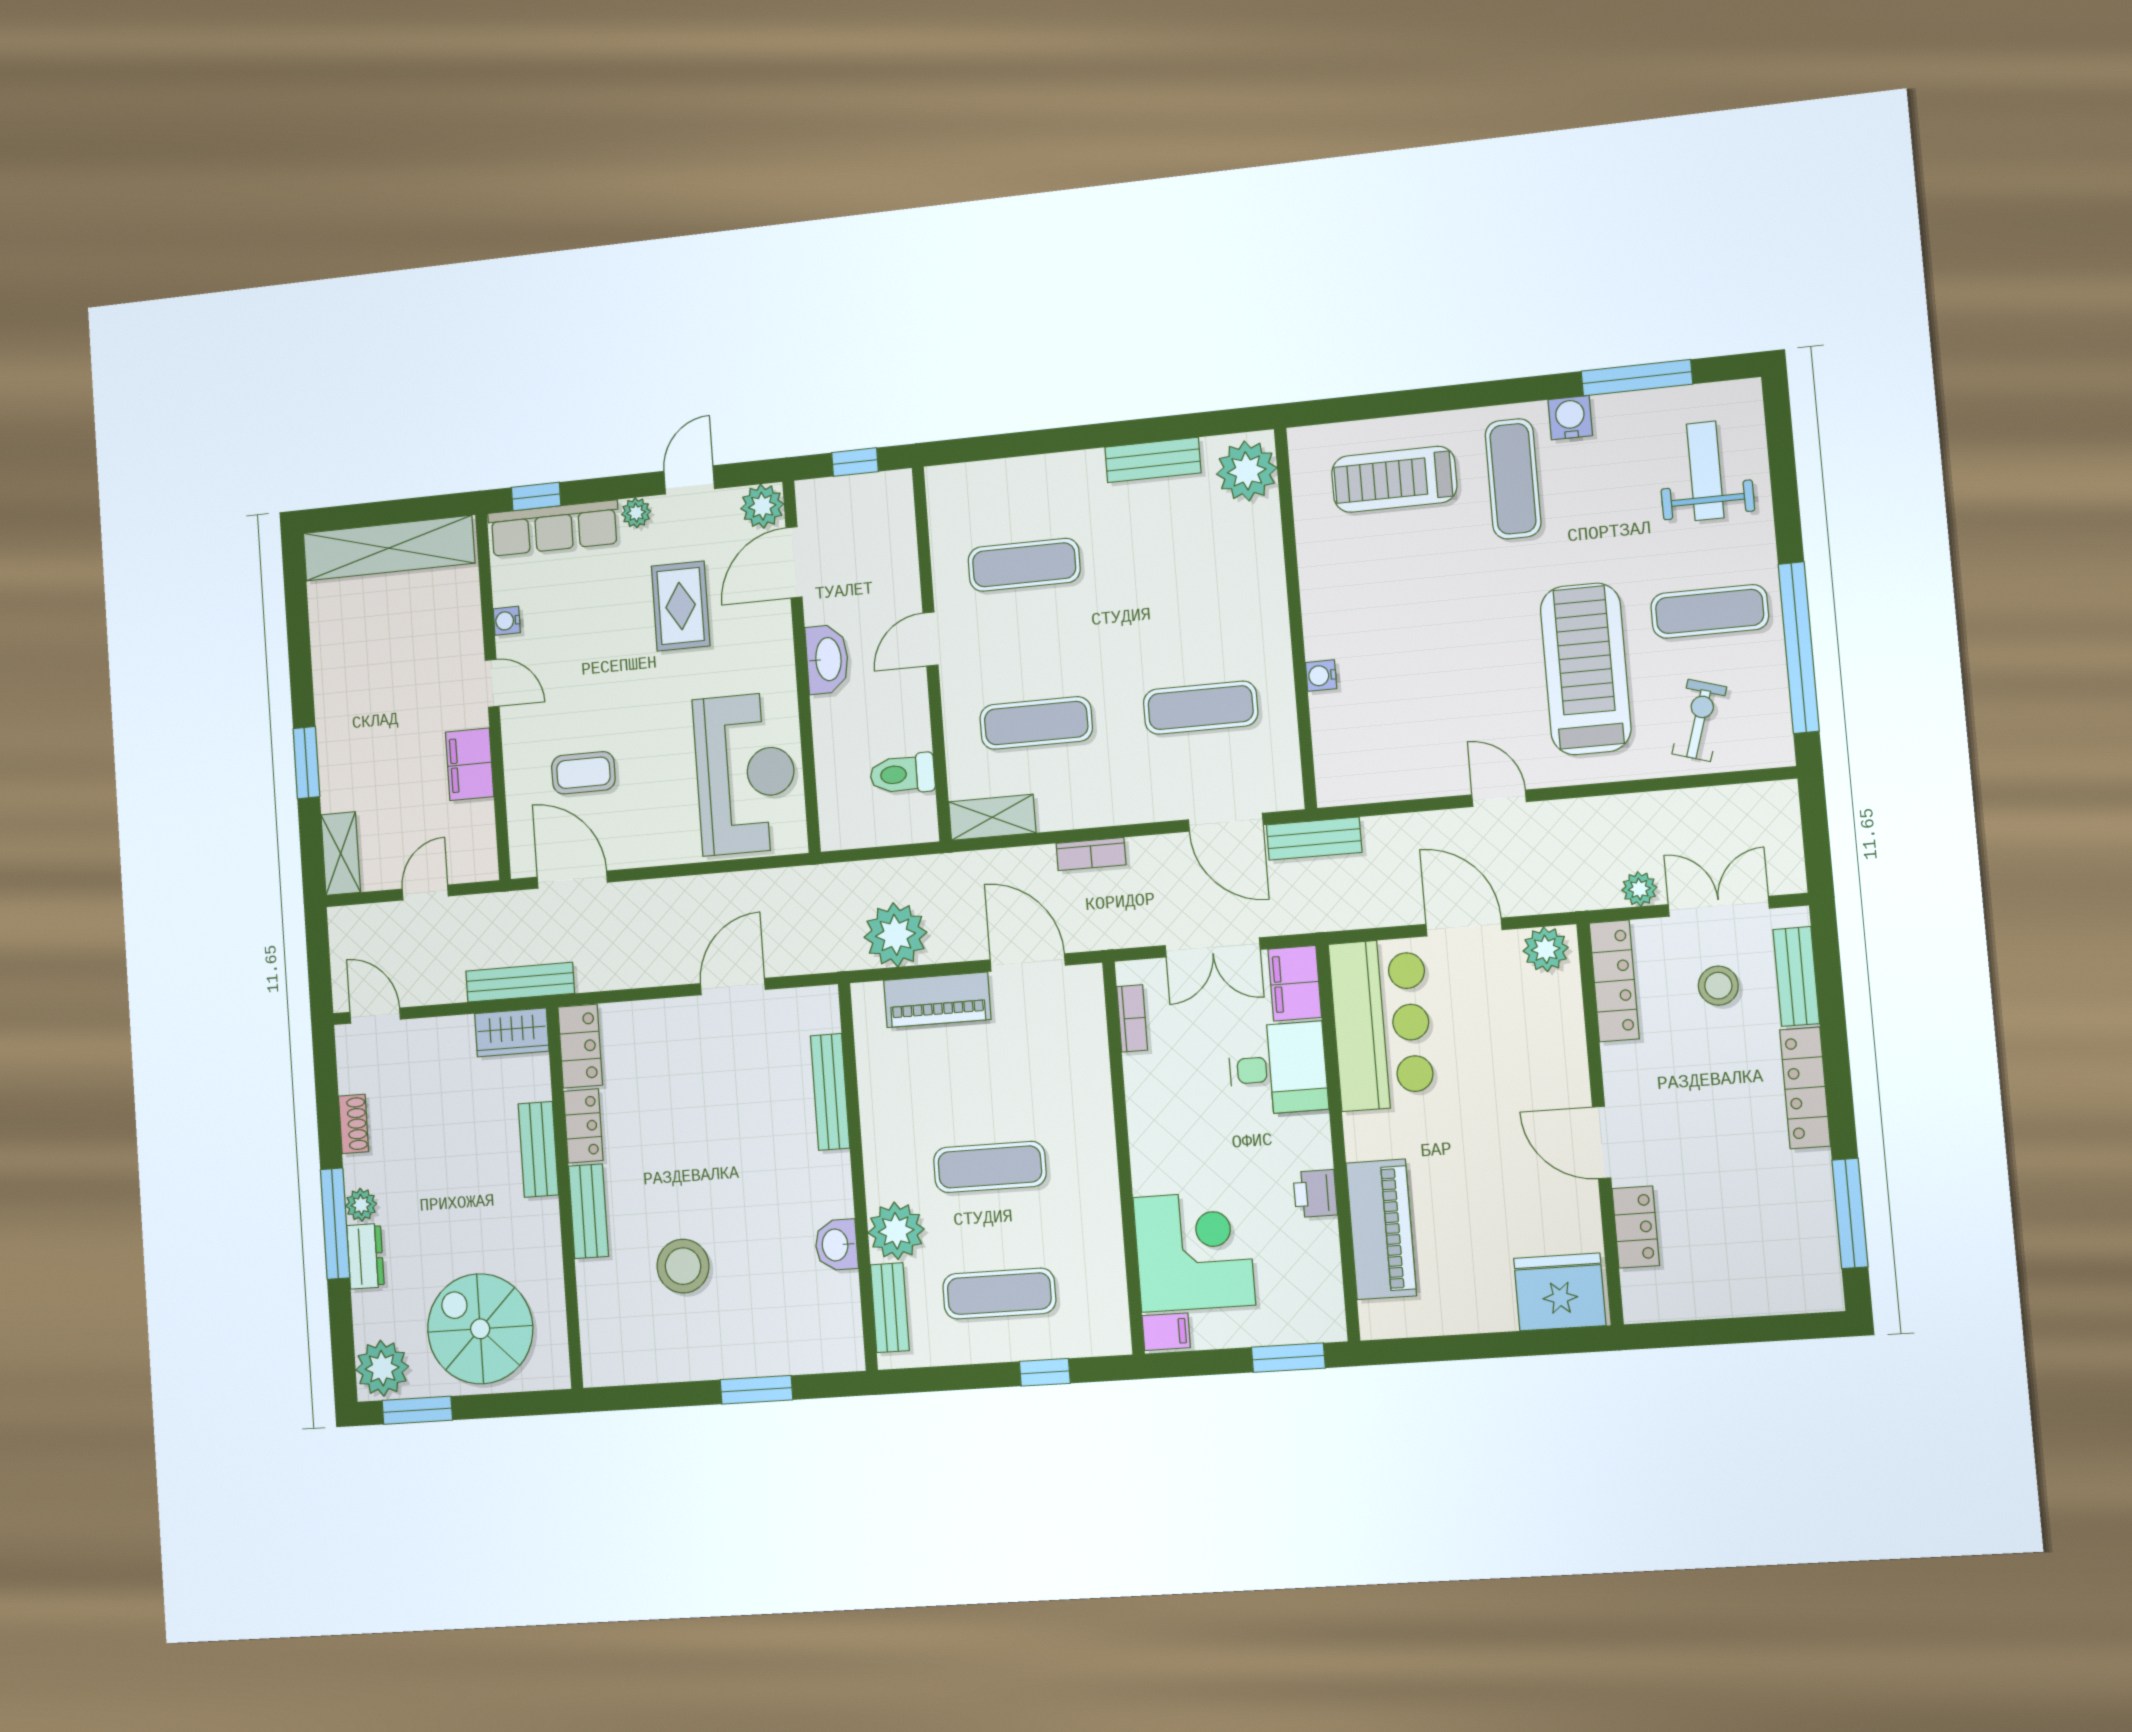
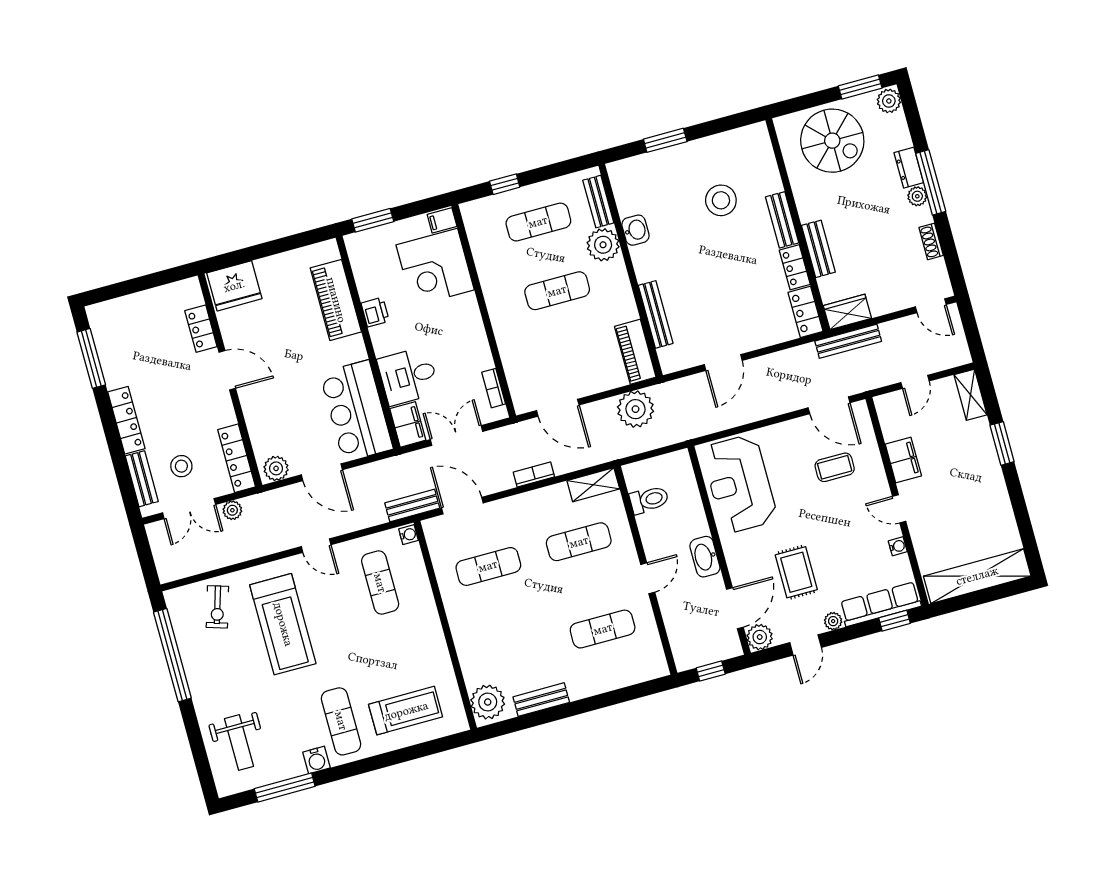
exercise mat: (1710, 611) -> (380, 583), moved, turned 90
water cooler: (1321, 676) -> (409, 535), moved
piano: (937, 1000) -> (635, 352), moved, turned -90
plant: (382, 1368) -> (889, 101), width x0.73, depth x0.73

